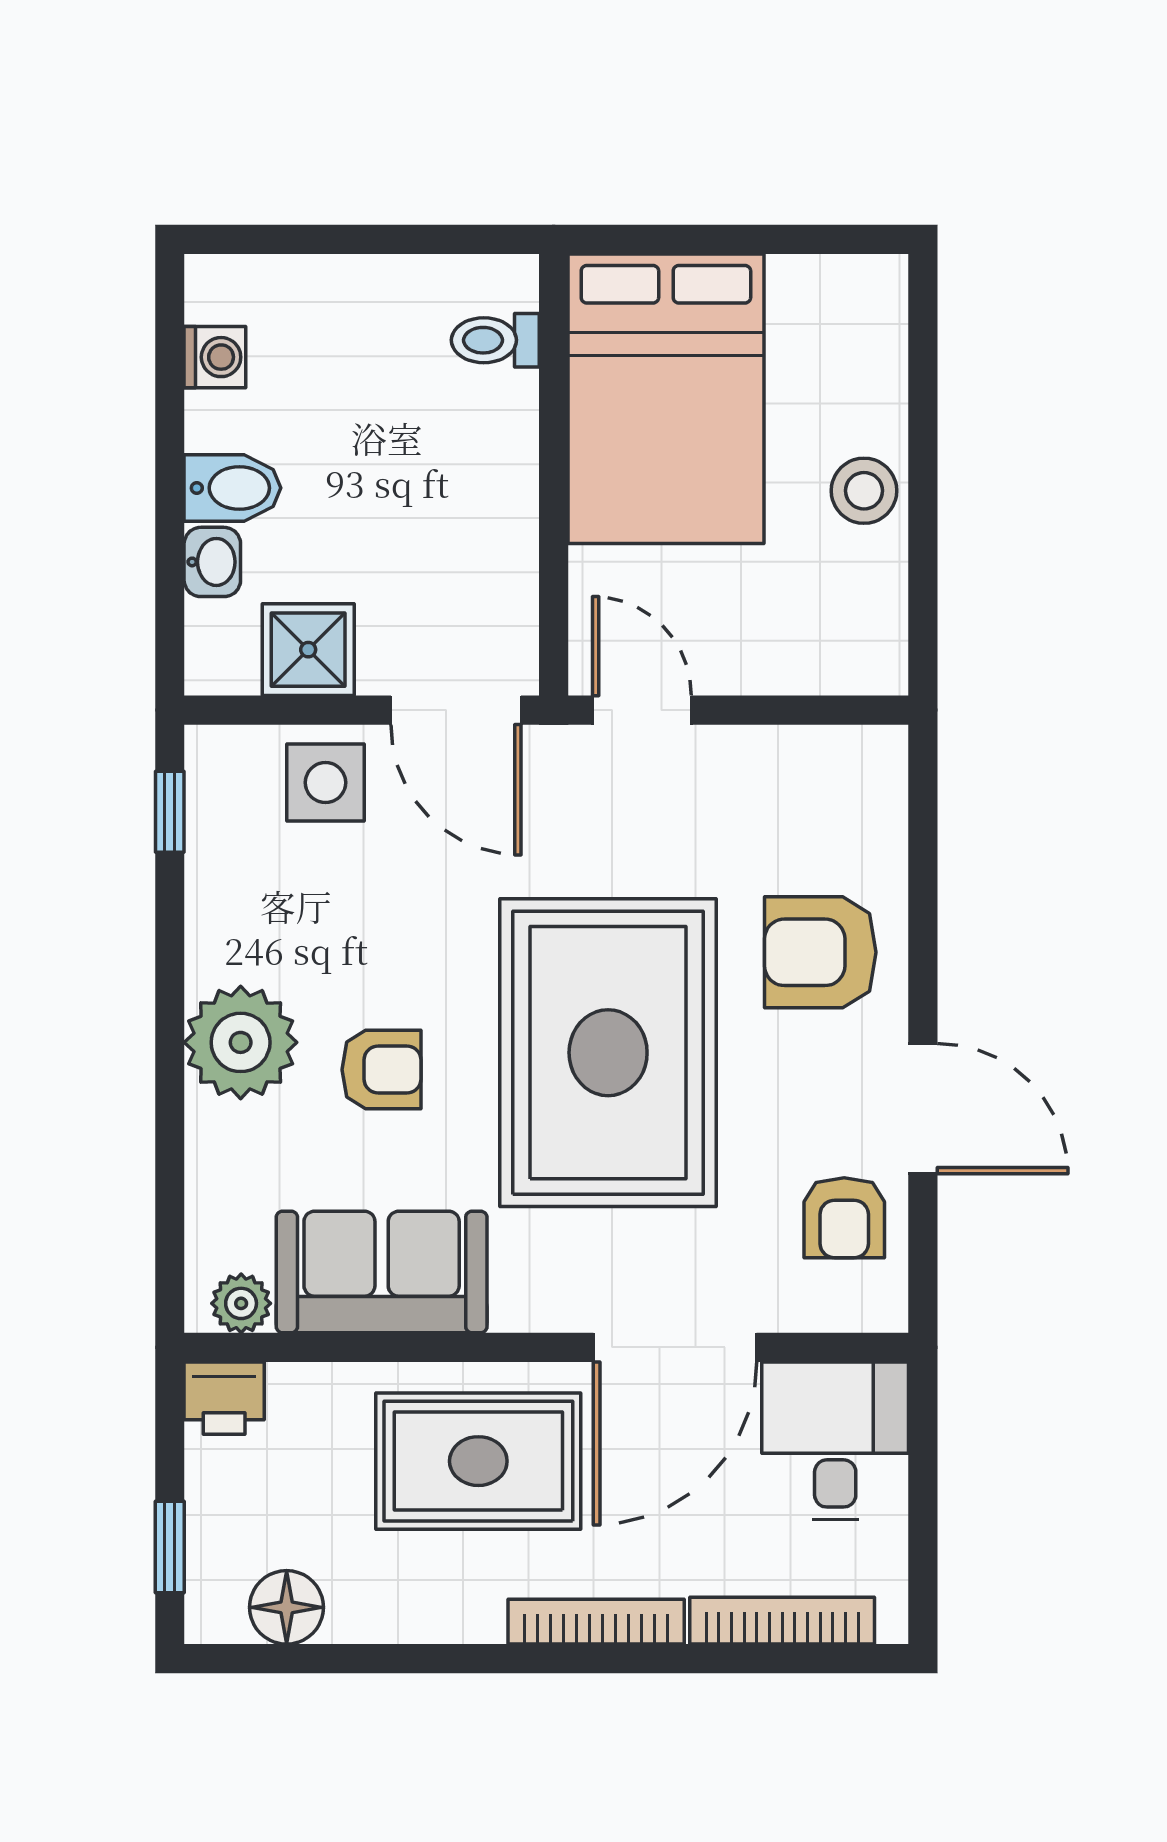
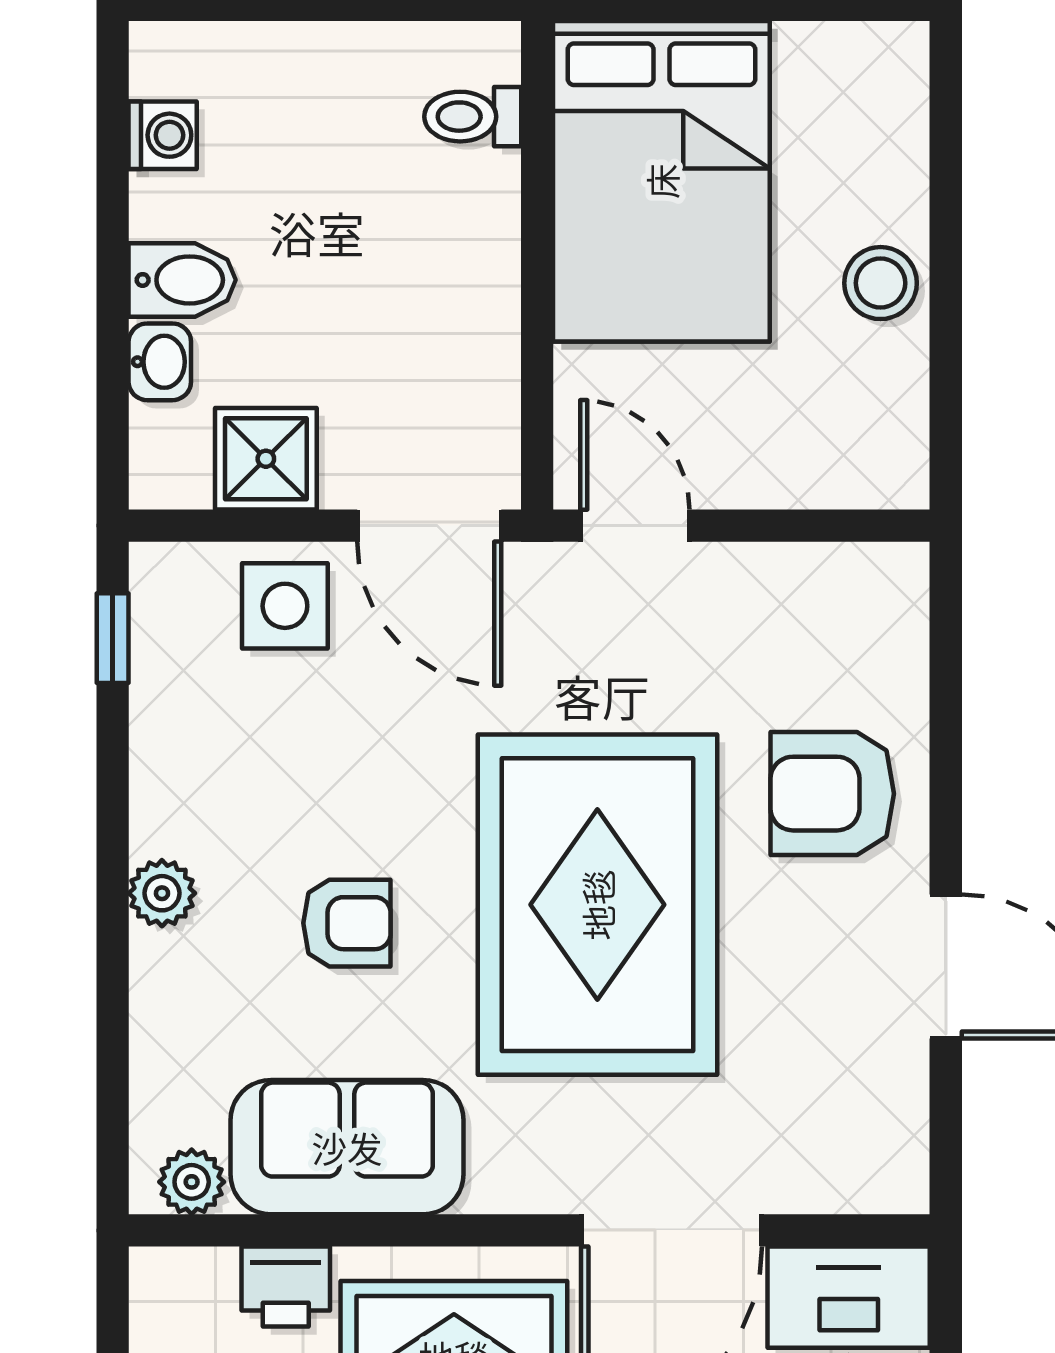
plant: (241, 1042) -> (162, 893), width x0.53, depth x0.53
armchair: (844, 1218) -> (859, 1087), removed
printer: (224, 1398) -> (286, 1287), moved

